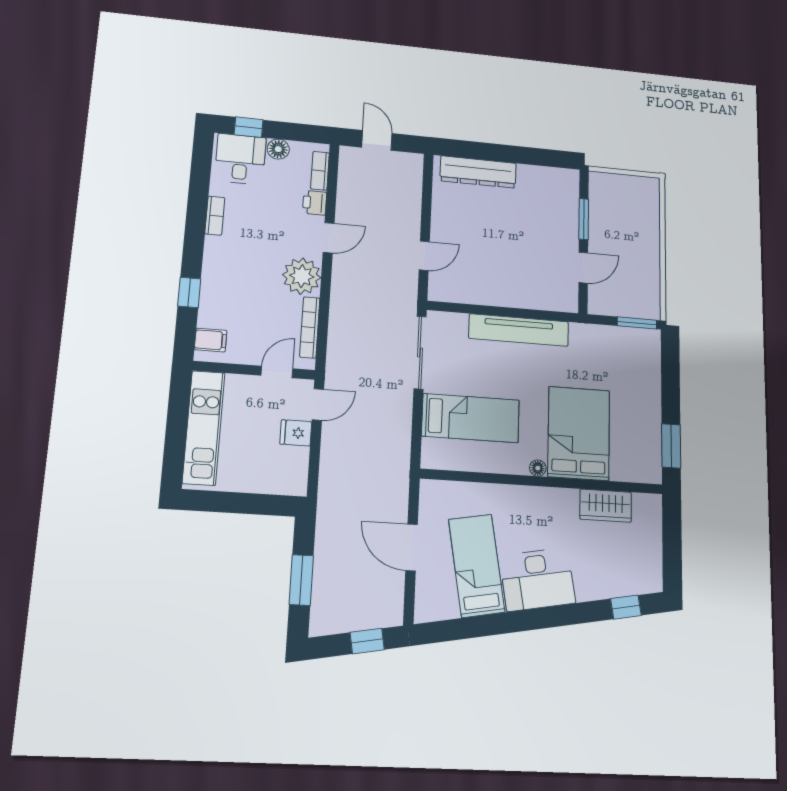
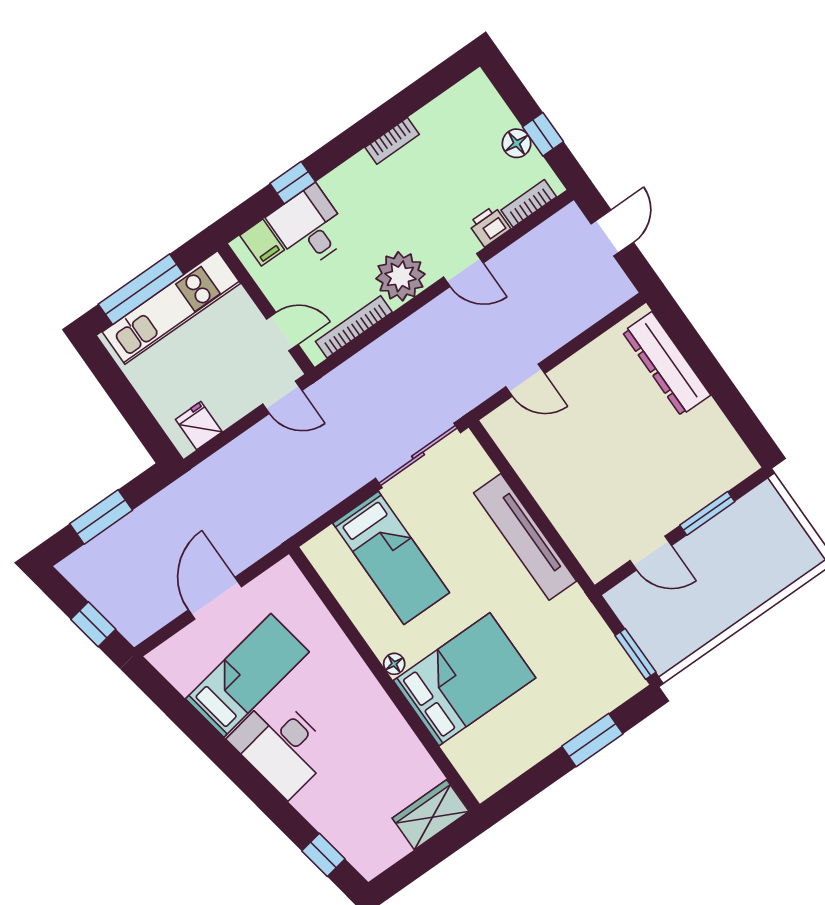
window: (249, 127) -> (543, 134), moved
desk: (240, 159) -> (309, 227), moved, turned -90
fridge: (296, 433) -> (199, 426), moved
window: (176, 437) -> (141, 289), added
window: (671, 446) -> (592, 740), moved
wardrobe: (606, 506) -> (431, 815), moved, turned 90

